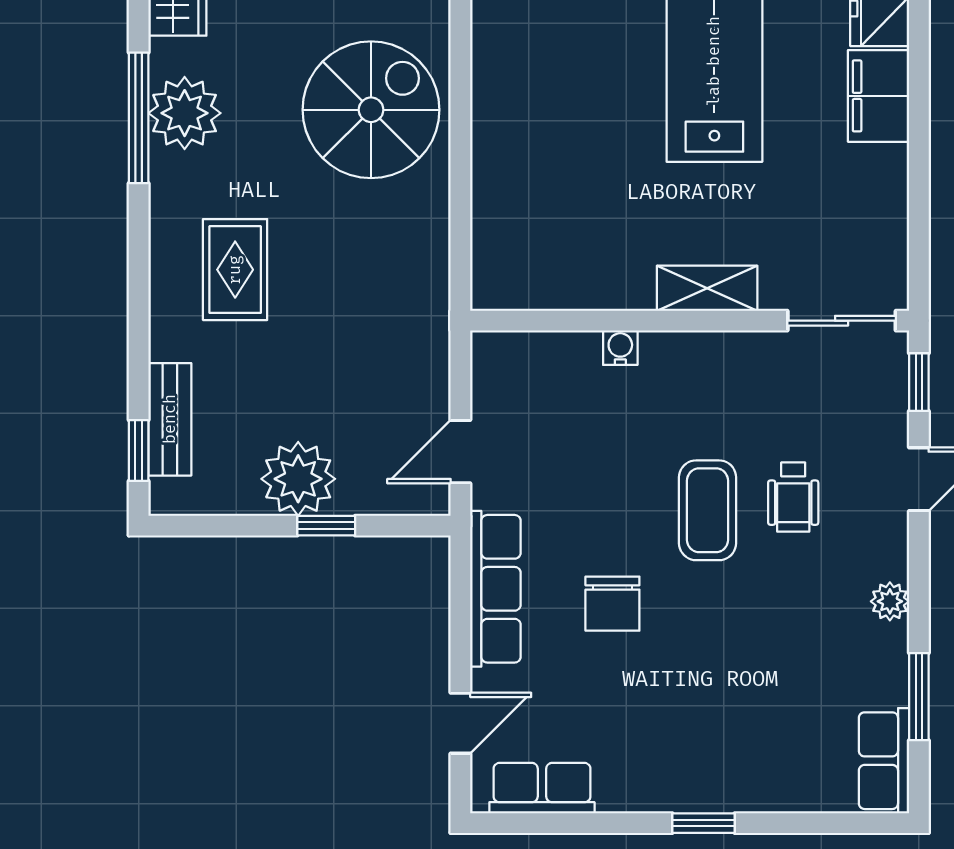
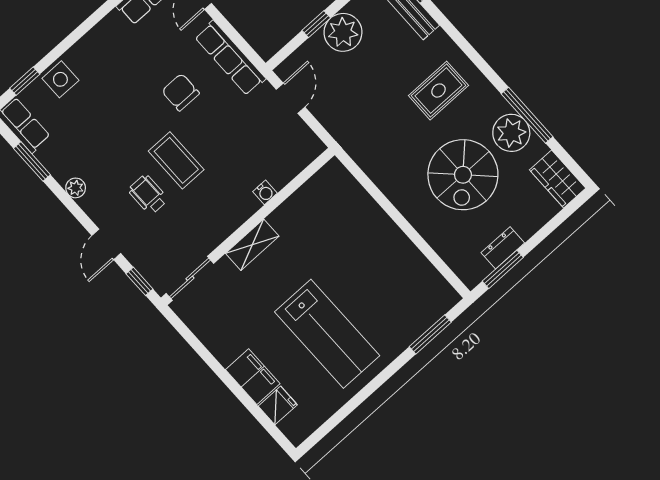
spiral stairs: (371, 110) -> (463, 175), moved
rug: (235, 270) -> (438, 91), turned 90
side table: (770, 779) -> (60, 79), added
window: (704, 823) -> (25, 81), moved

